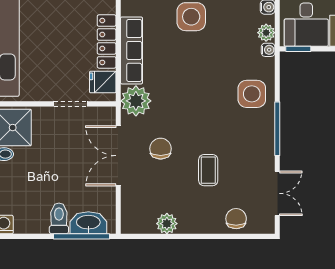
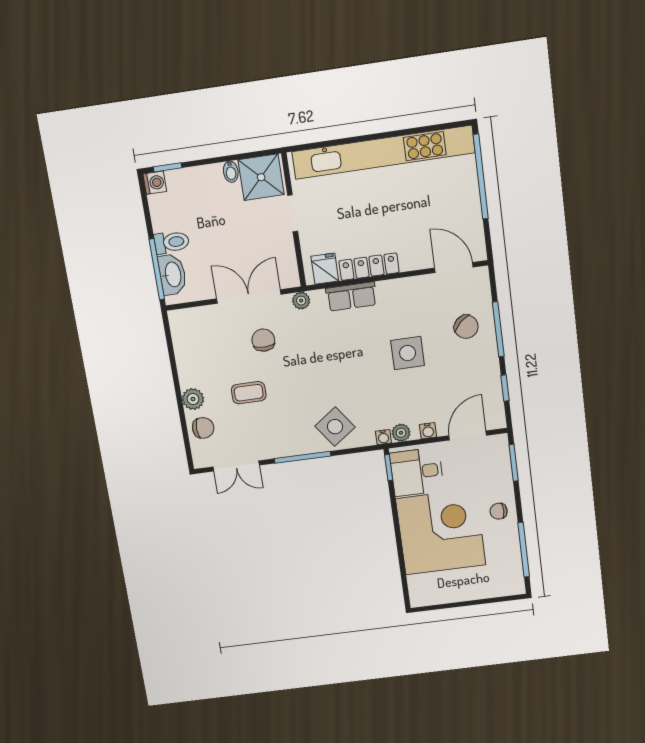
row of seats: (132, 50) -> (351, 296), width x0.68
side table: (252, 94) -> (335, 427), turned -36
plant: (136, 101) -> (301, 301), width x0.53, depth x0.53
doorway: (71, 104) -> (293, 213), moved
chair: (161, 149) -> (263, 340), turned -90
plant: (167, 224) -> (193, 399), moved

